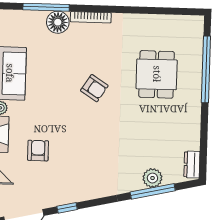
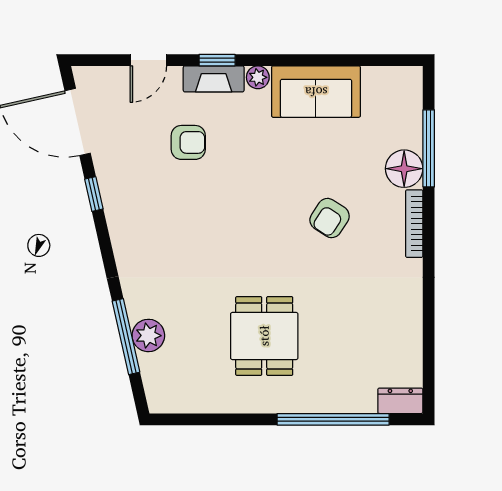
dining table: (157, 74) -> (264, 336), moved, turned 90
armchair: (94, 88) -> (330, 218), moved
dresser: (192, 165) -> (400, 401), moved

